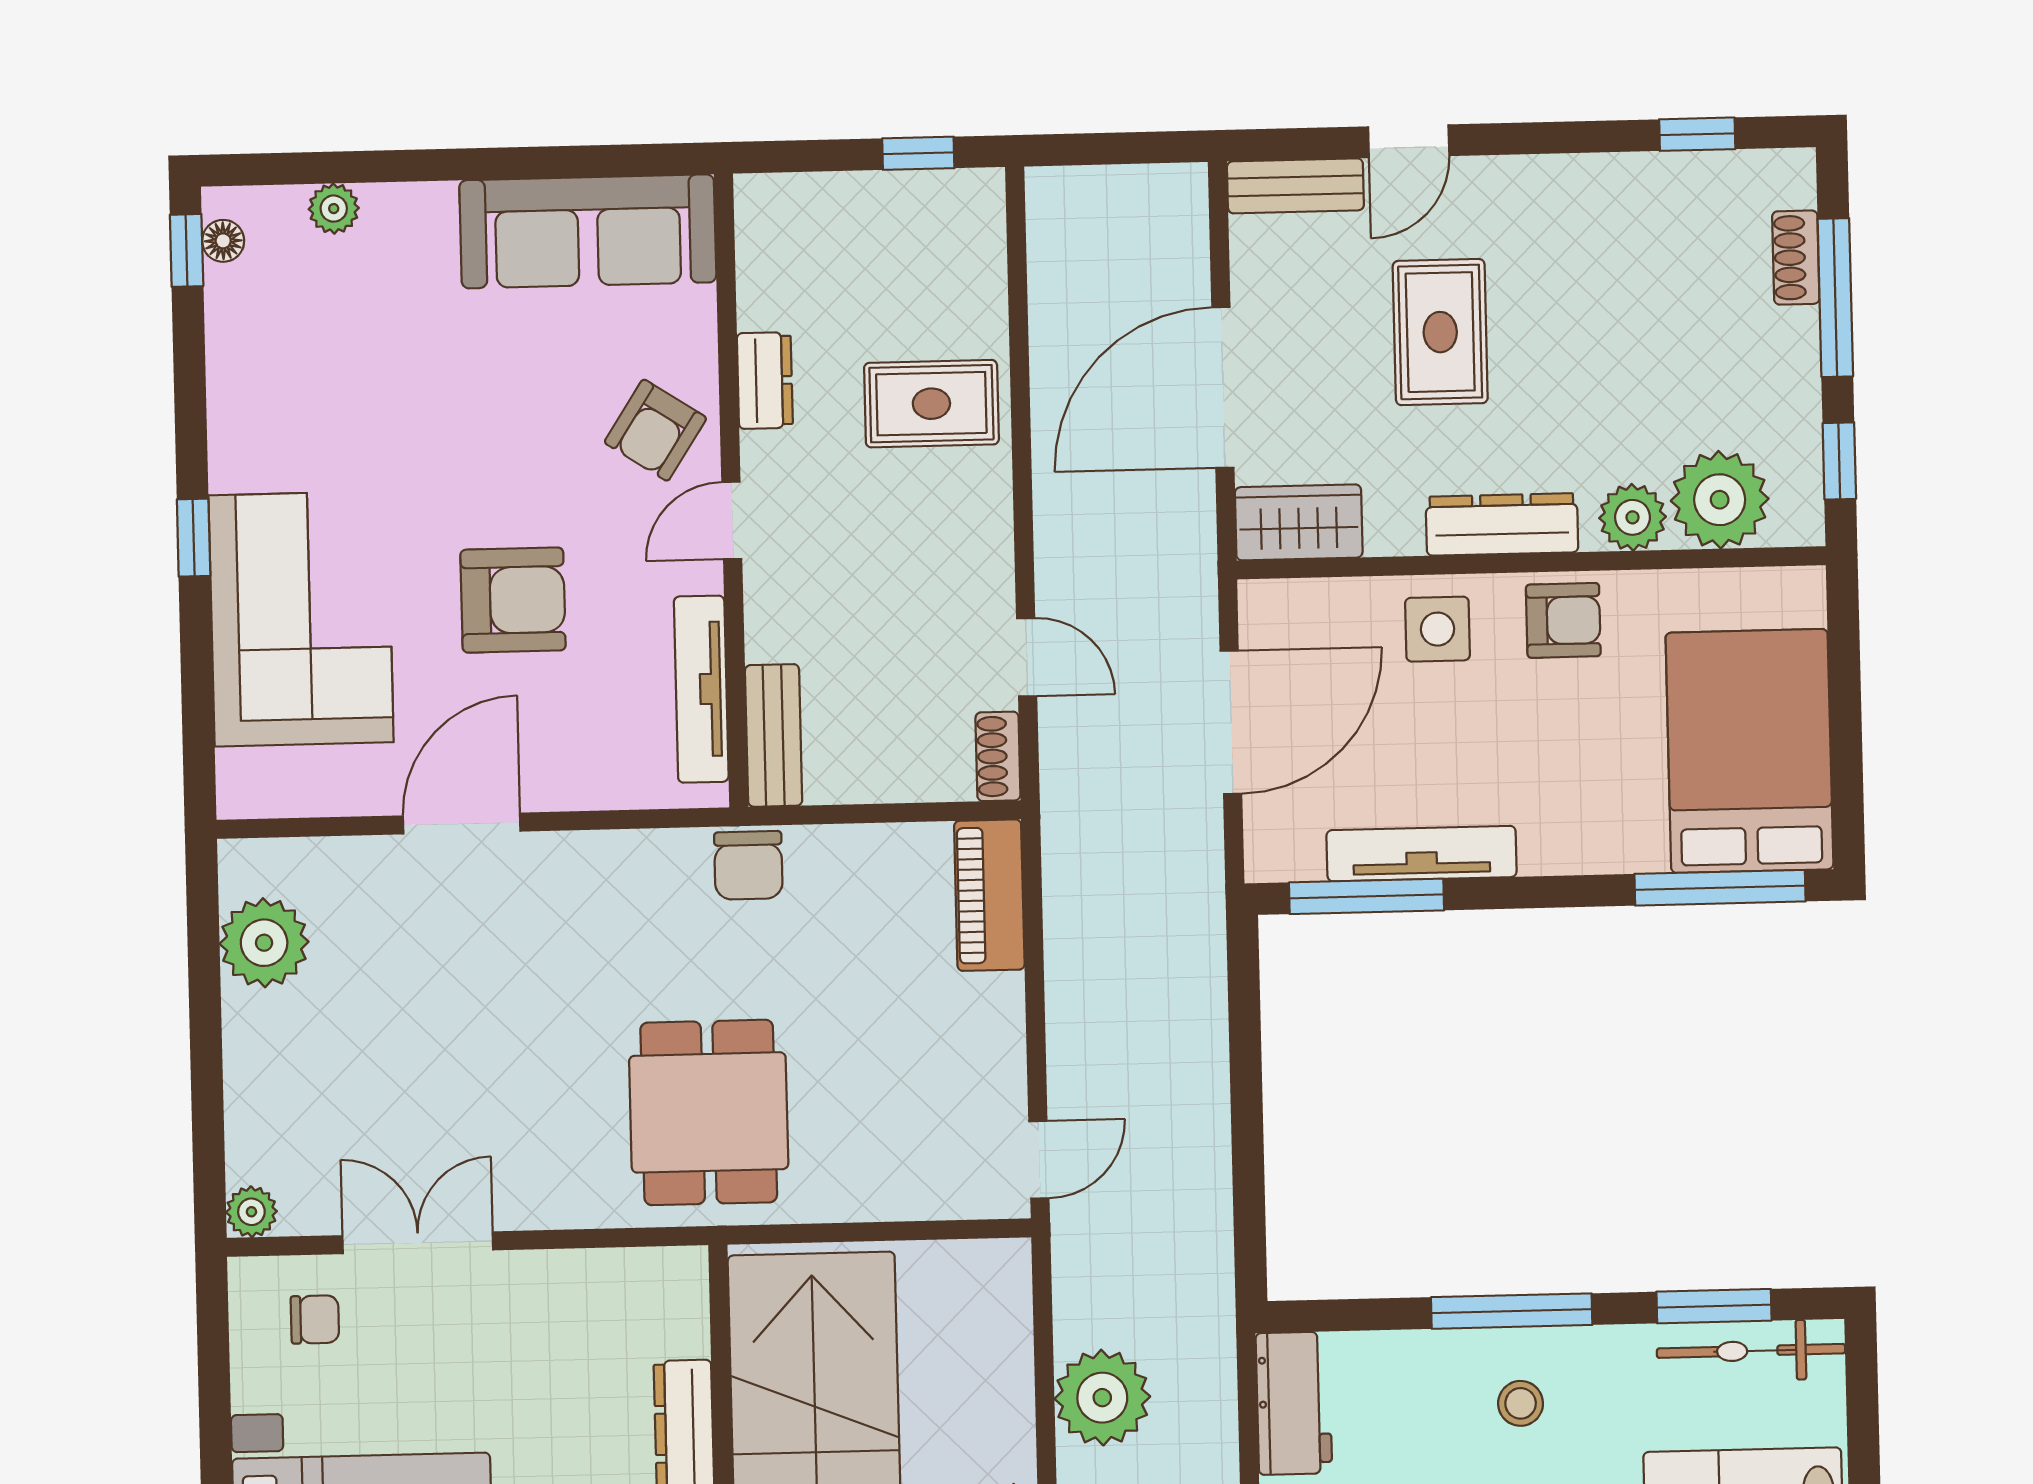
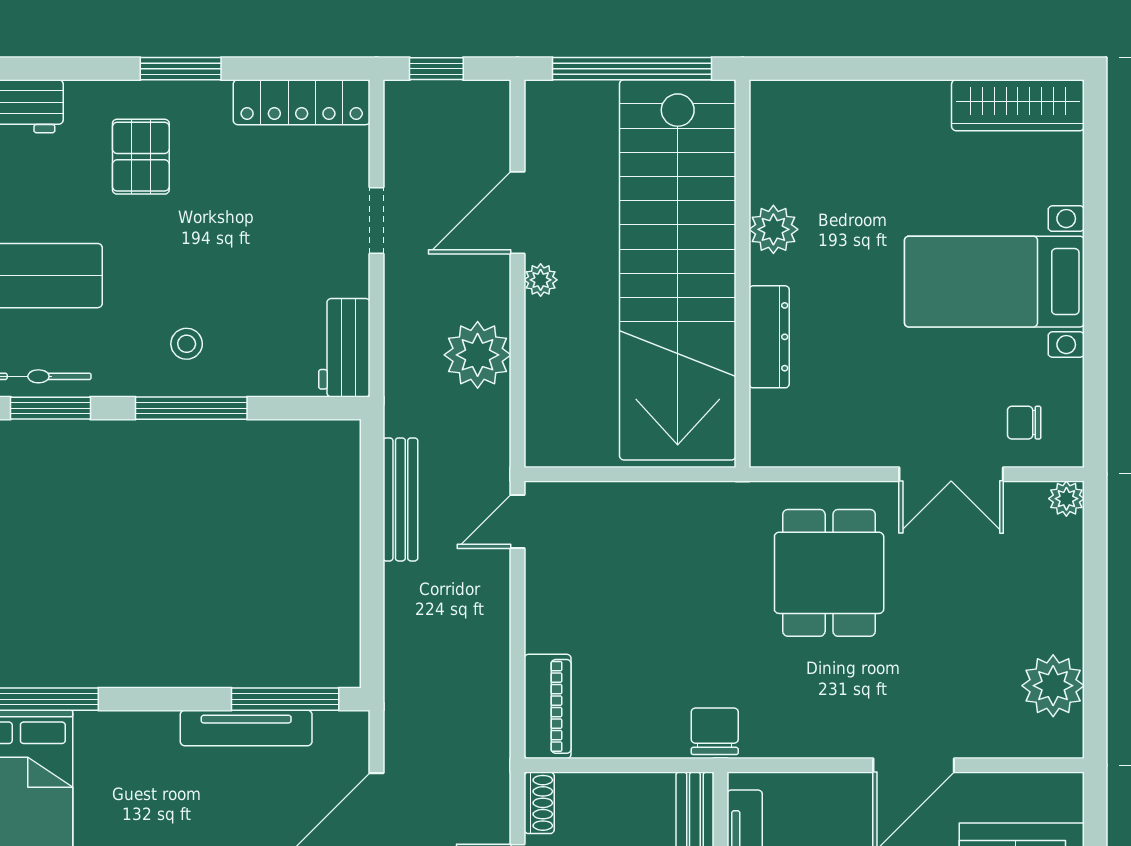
dining table: (709, 1112) -> (829, 573), moved
bench: (1208, 1187) -> (400, 499), added

